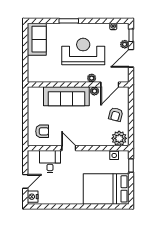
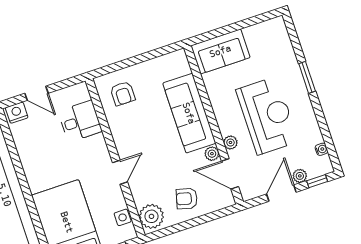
sofa: (37, 39) -> (220, 51), moved
door: (131, 58) -> (281, 193), hinge flipped
door: (69, 148) -> (120, 172), moved

